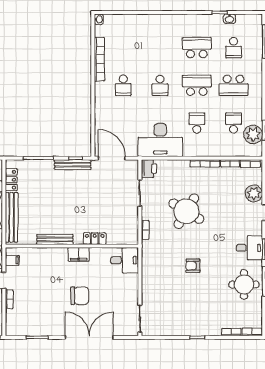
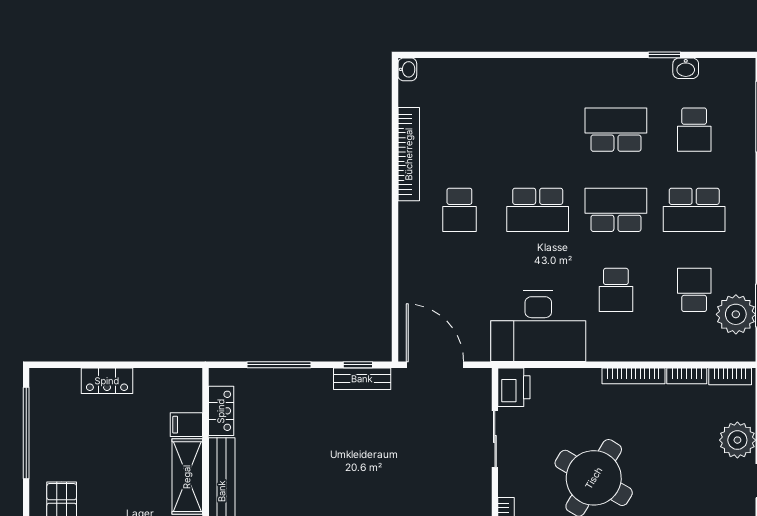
school desk: (160, 85) -> (538, 210), width x1.85
school desk: (197, 123) -> (616, 290), turned 180
bench: (73, 165) -> (362, 379), width x0.73

